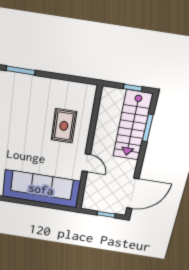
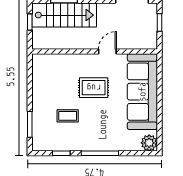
coffee table: (26, 113) -> (68, 116), added
rug: (64, 126) -> (94, 88), moved

